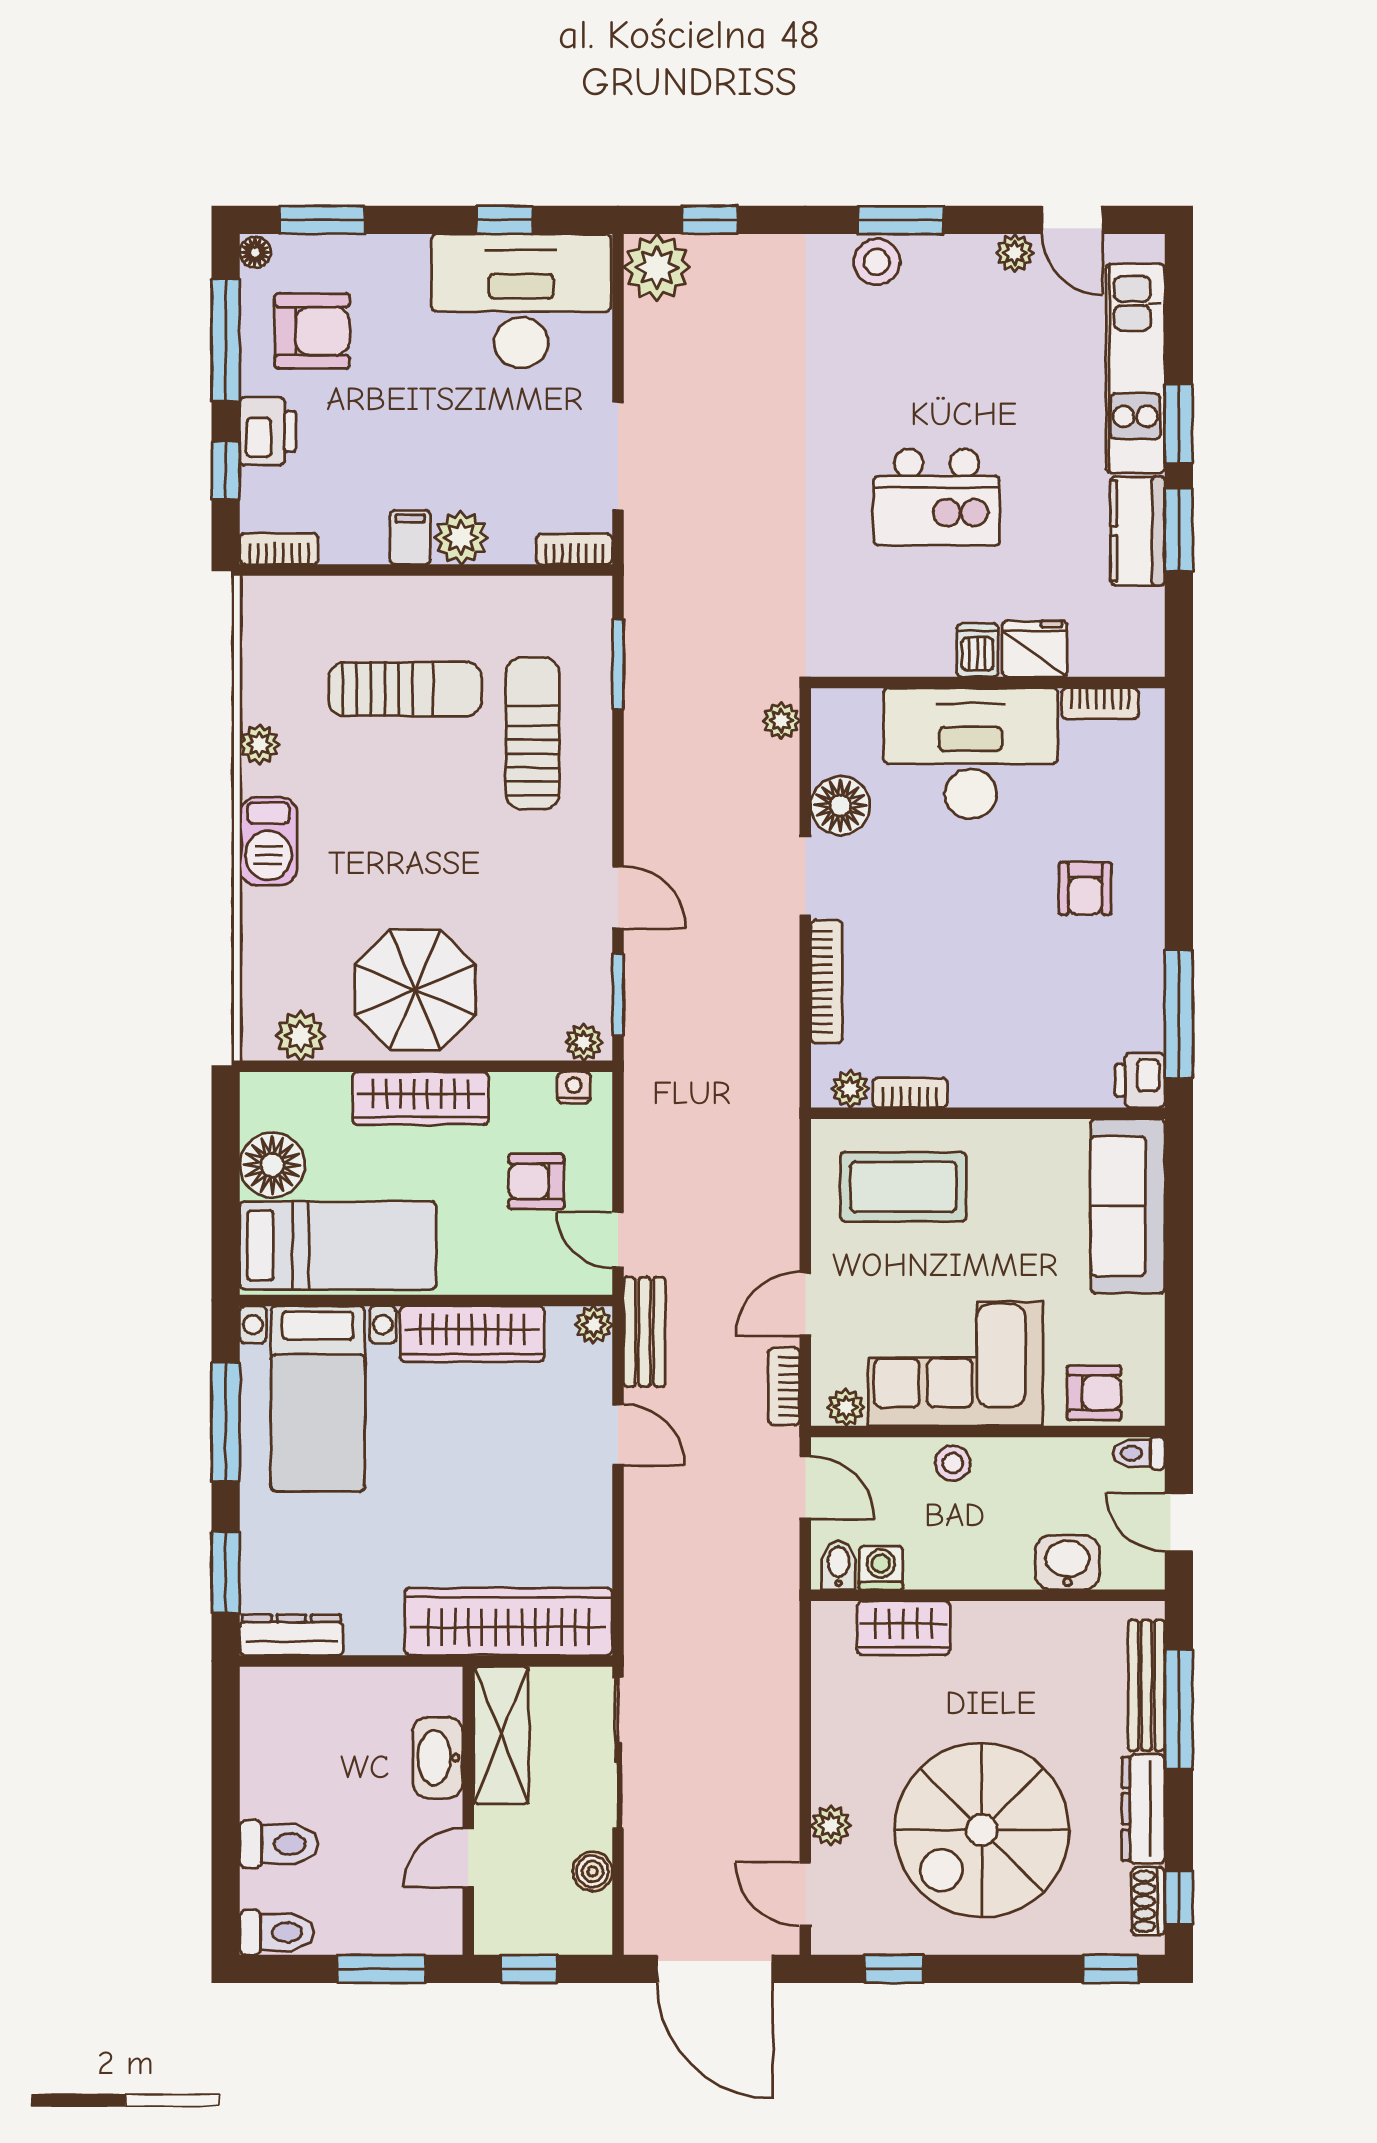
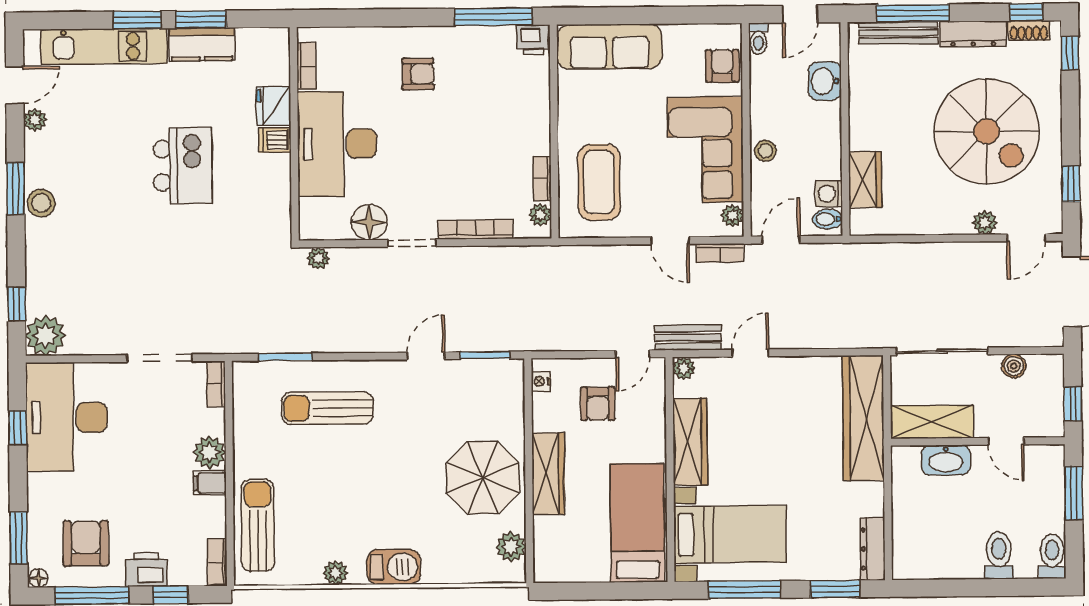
sun lounger: (405, 689) -> (258, 525), moved
plant: (584, 1042) -> (513, 376), removed
floor lamp: (272, 1165) -> (589, 563), removed

